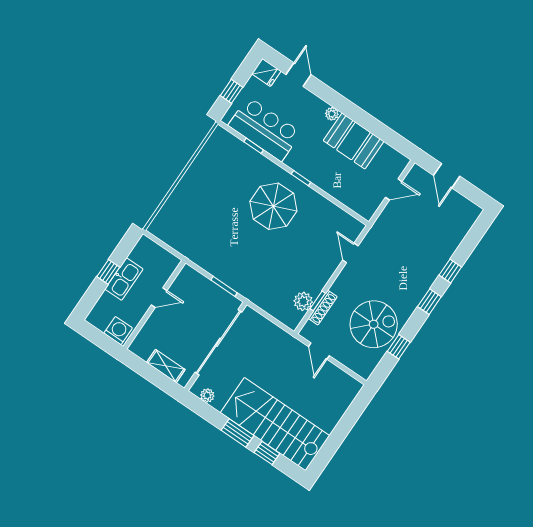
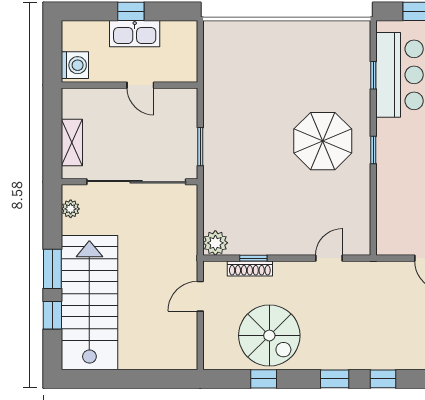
plant: (303, 301) -> (215, 243), moved

